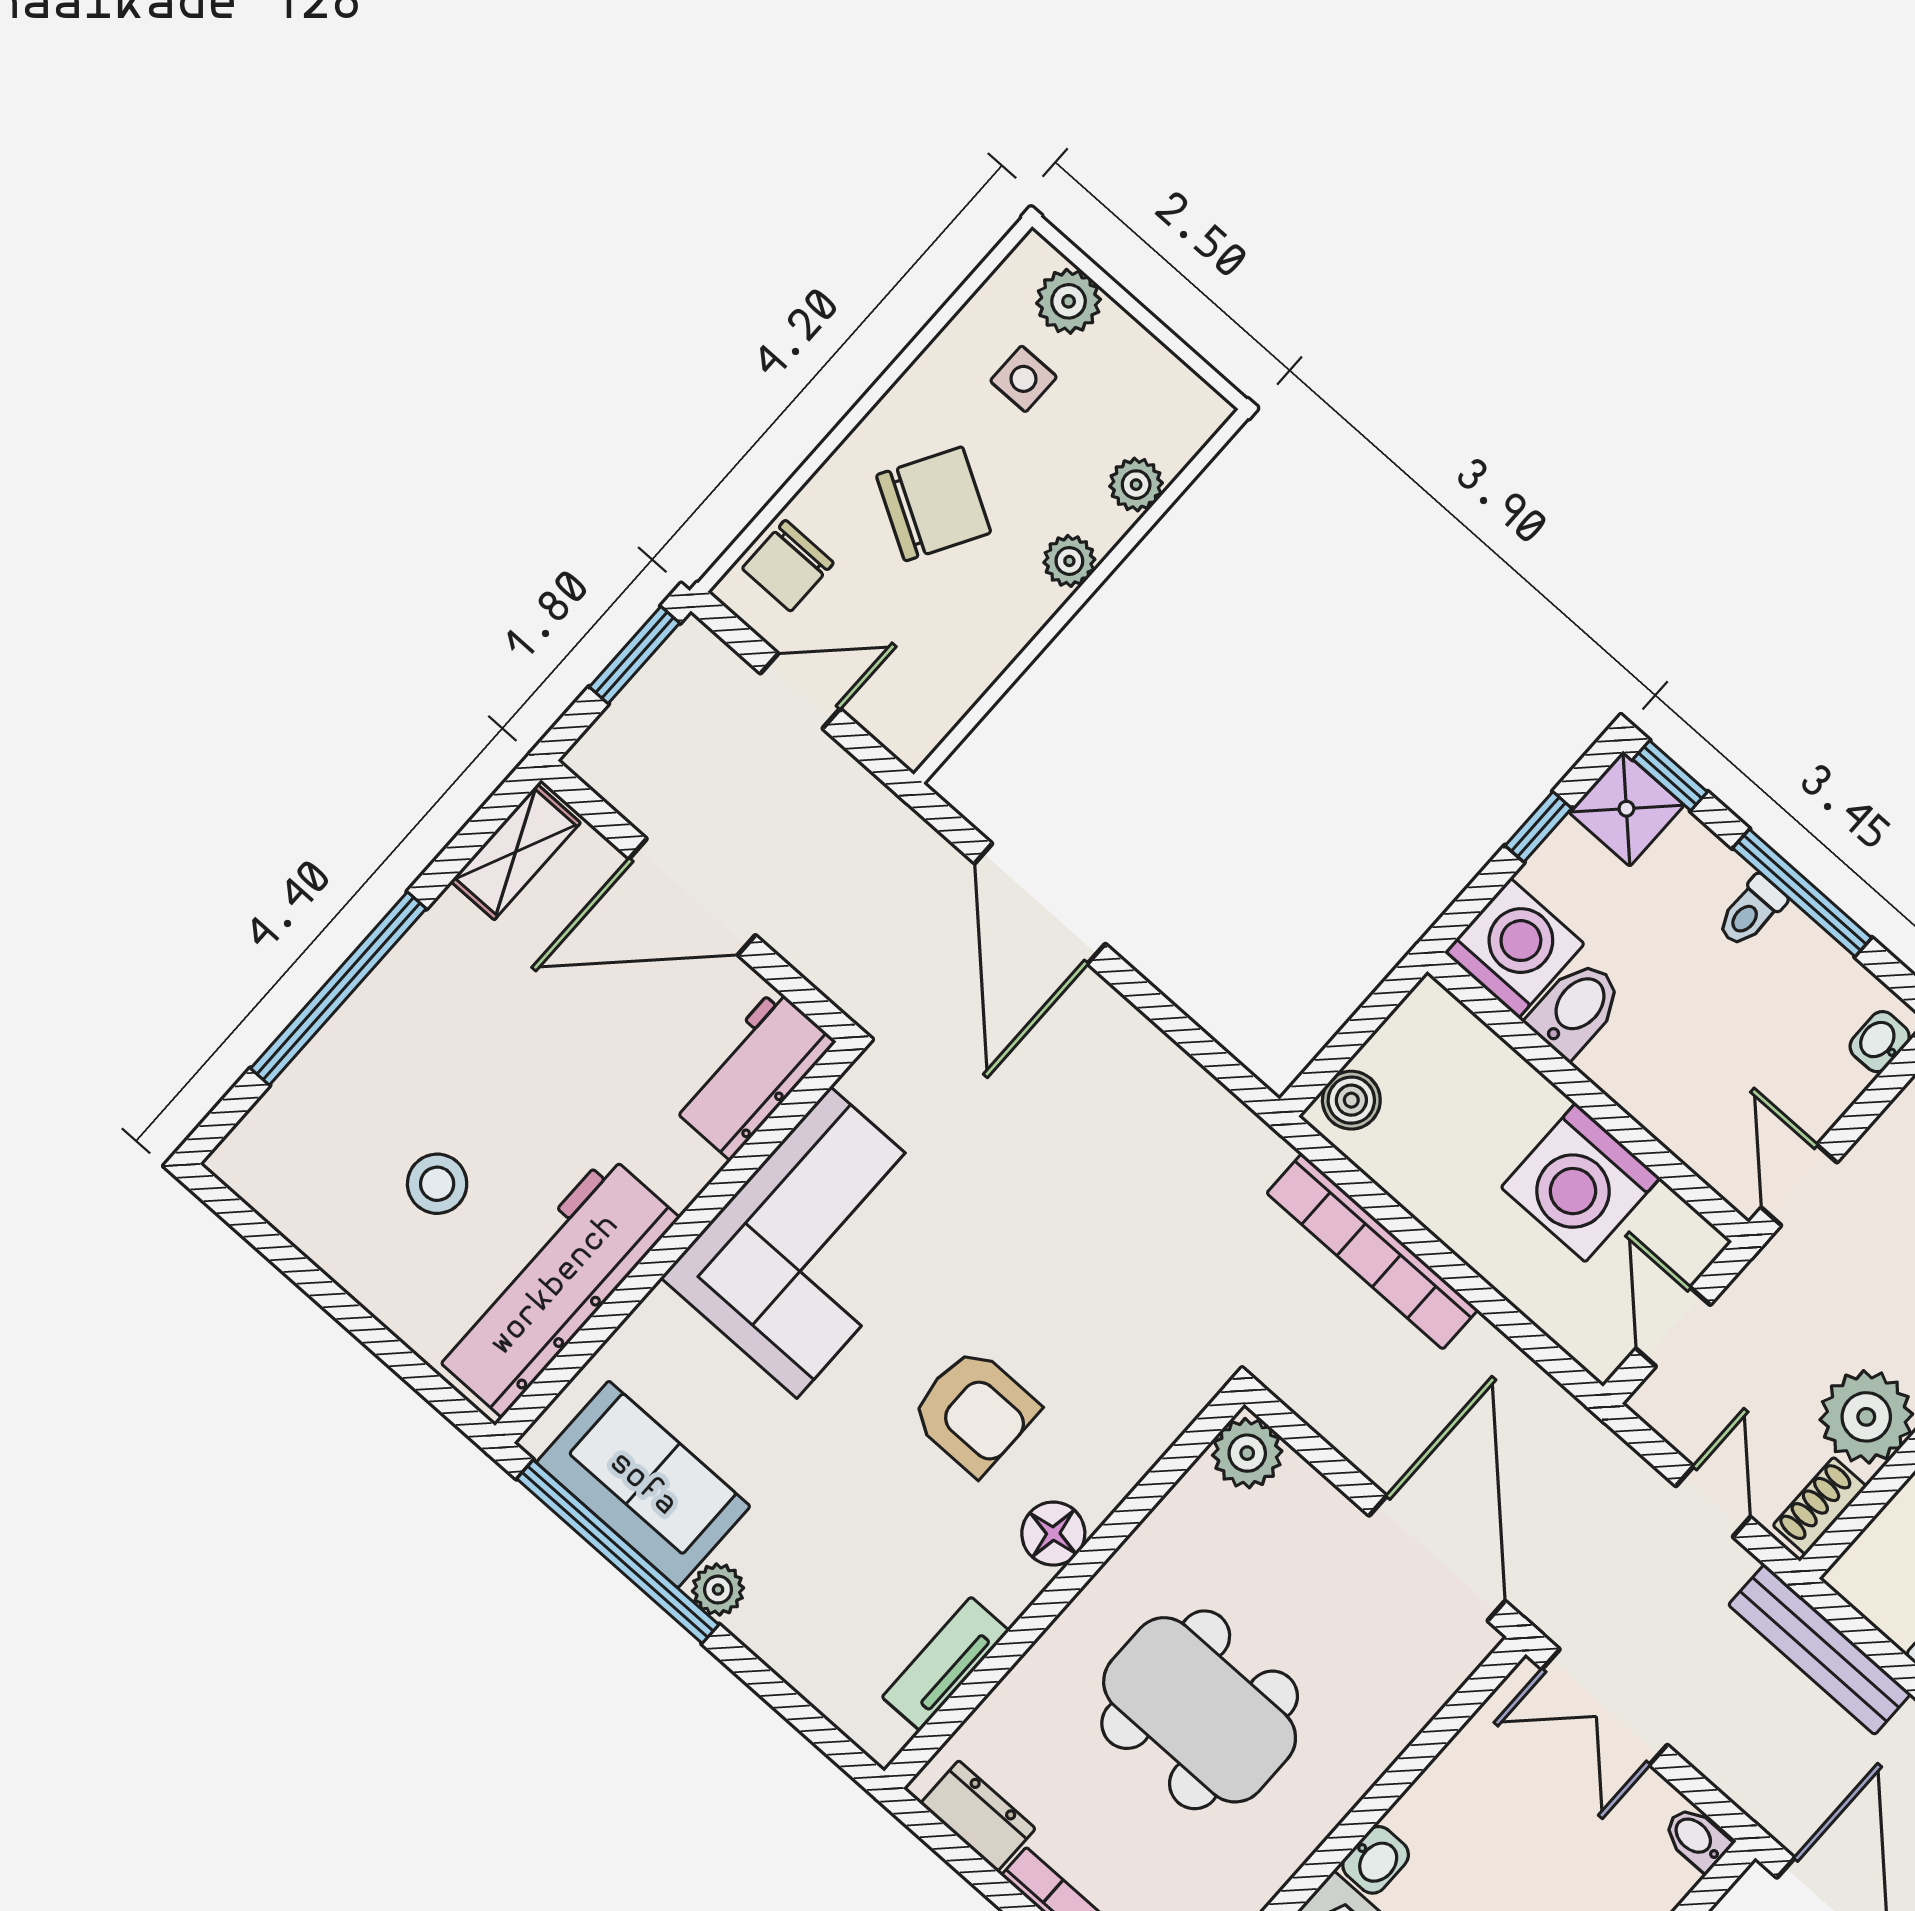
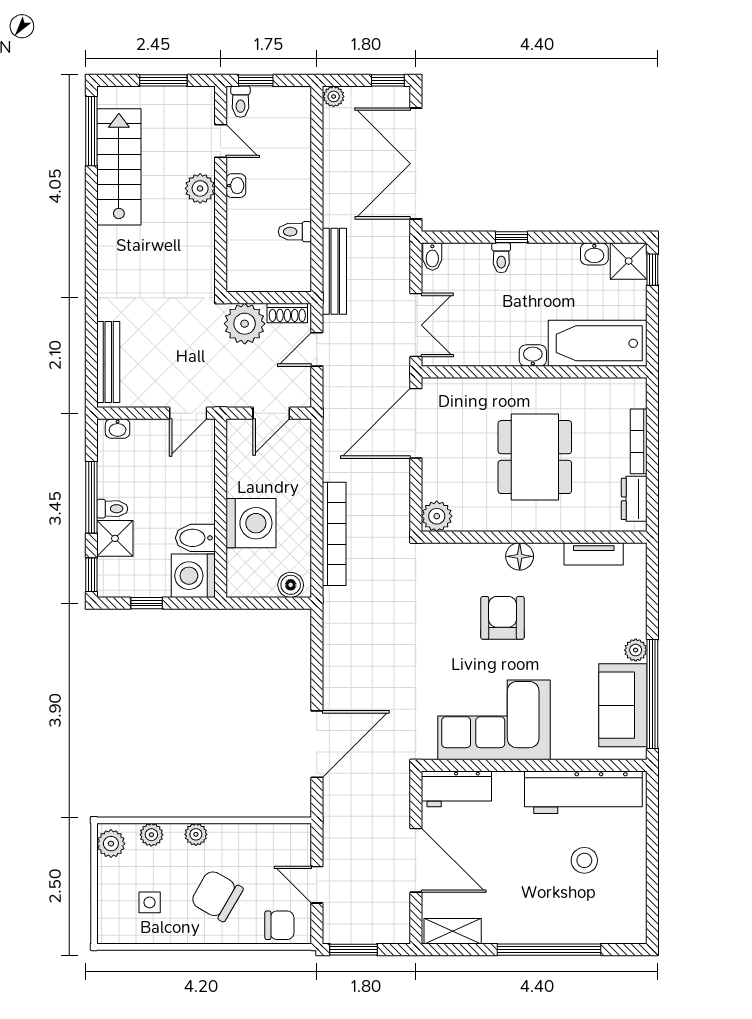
plant: (1069, 301) -> (111, 844), moved
shower: (1626, 809) -> (115, 538), moved
washing machine: (1581, 1183) -> (251, 523), moved

